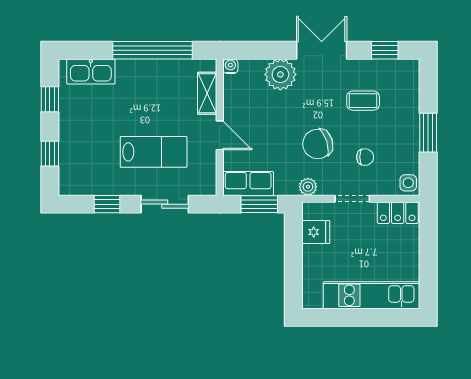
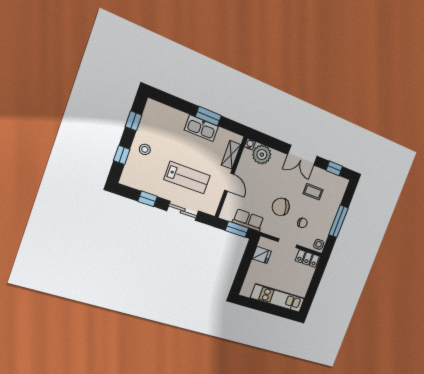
window: (153, 50) -> (208, 116), width x0.47
double door: (322, 50) -> (302, 155), swing flipped
kitchen sink: (91, 71) -> (201, 128), moved
plant: (280, 74) -> (262, 155), moved
window: (428, 133) -> (338, 221), width x1.44
stool: (79, 134) -> (145, 149), added
row of seats: (248, 184) -> (248, 220), moved
plant: (308, 187) -> (267, 229), removed

